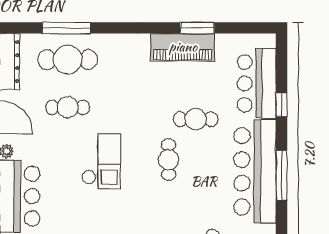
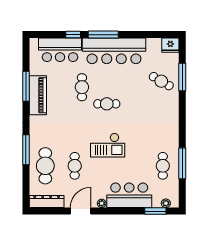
window: (66, 28) -> (26, 150), moved
window: (197, 28) -> (26, 86), width x1.44
checkout: (101, 161) -> (108, 145), turned 180
window: (282, 175) -> (103, 35), moved

